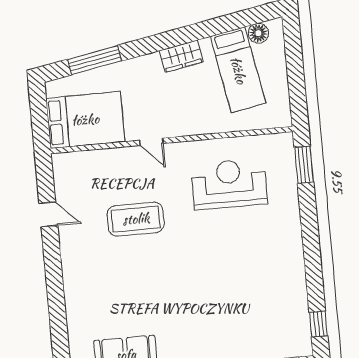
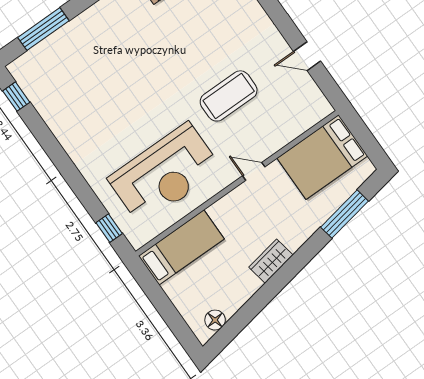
bed: (238, 70) -> (181, 247), moved, turned 100
window: (304, 165) -> (109, 228), width x0.67
reception desk: (229, 184) -> (165, 174), width x1.36, depth x1.30

